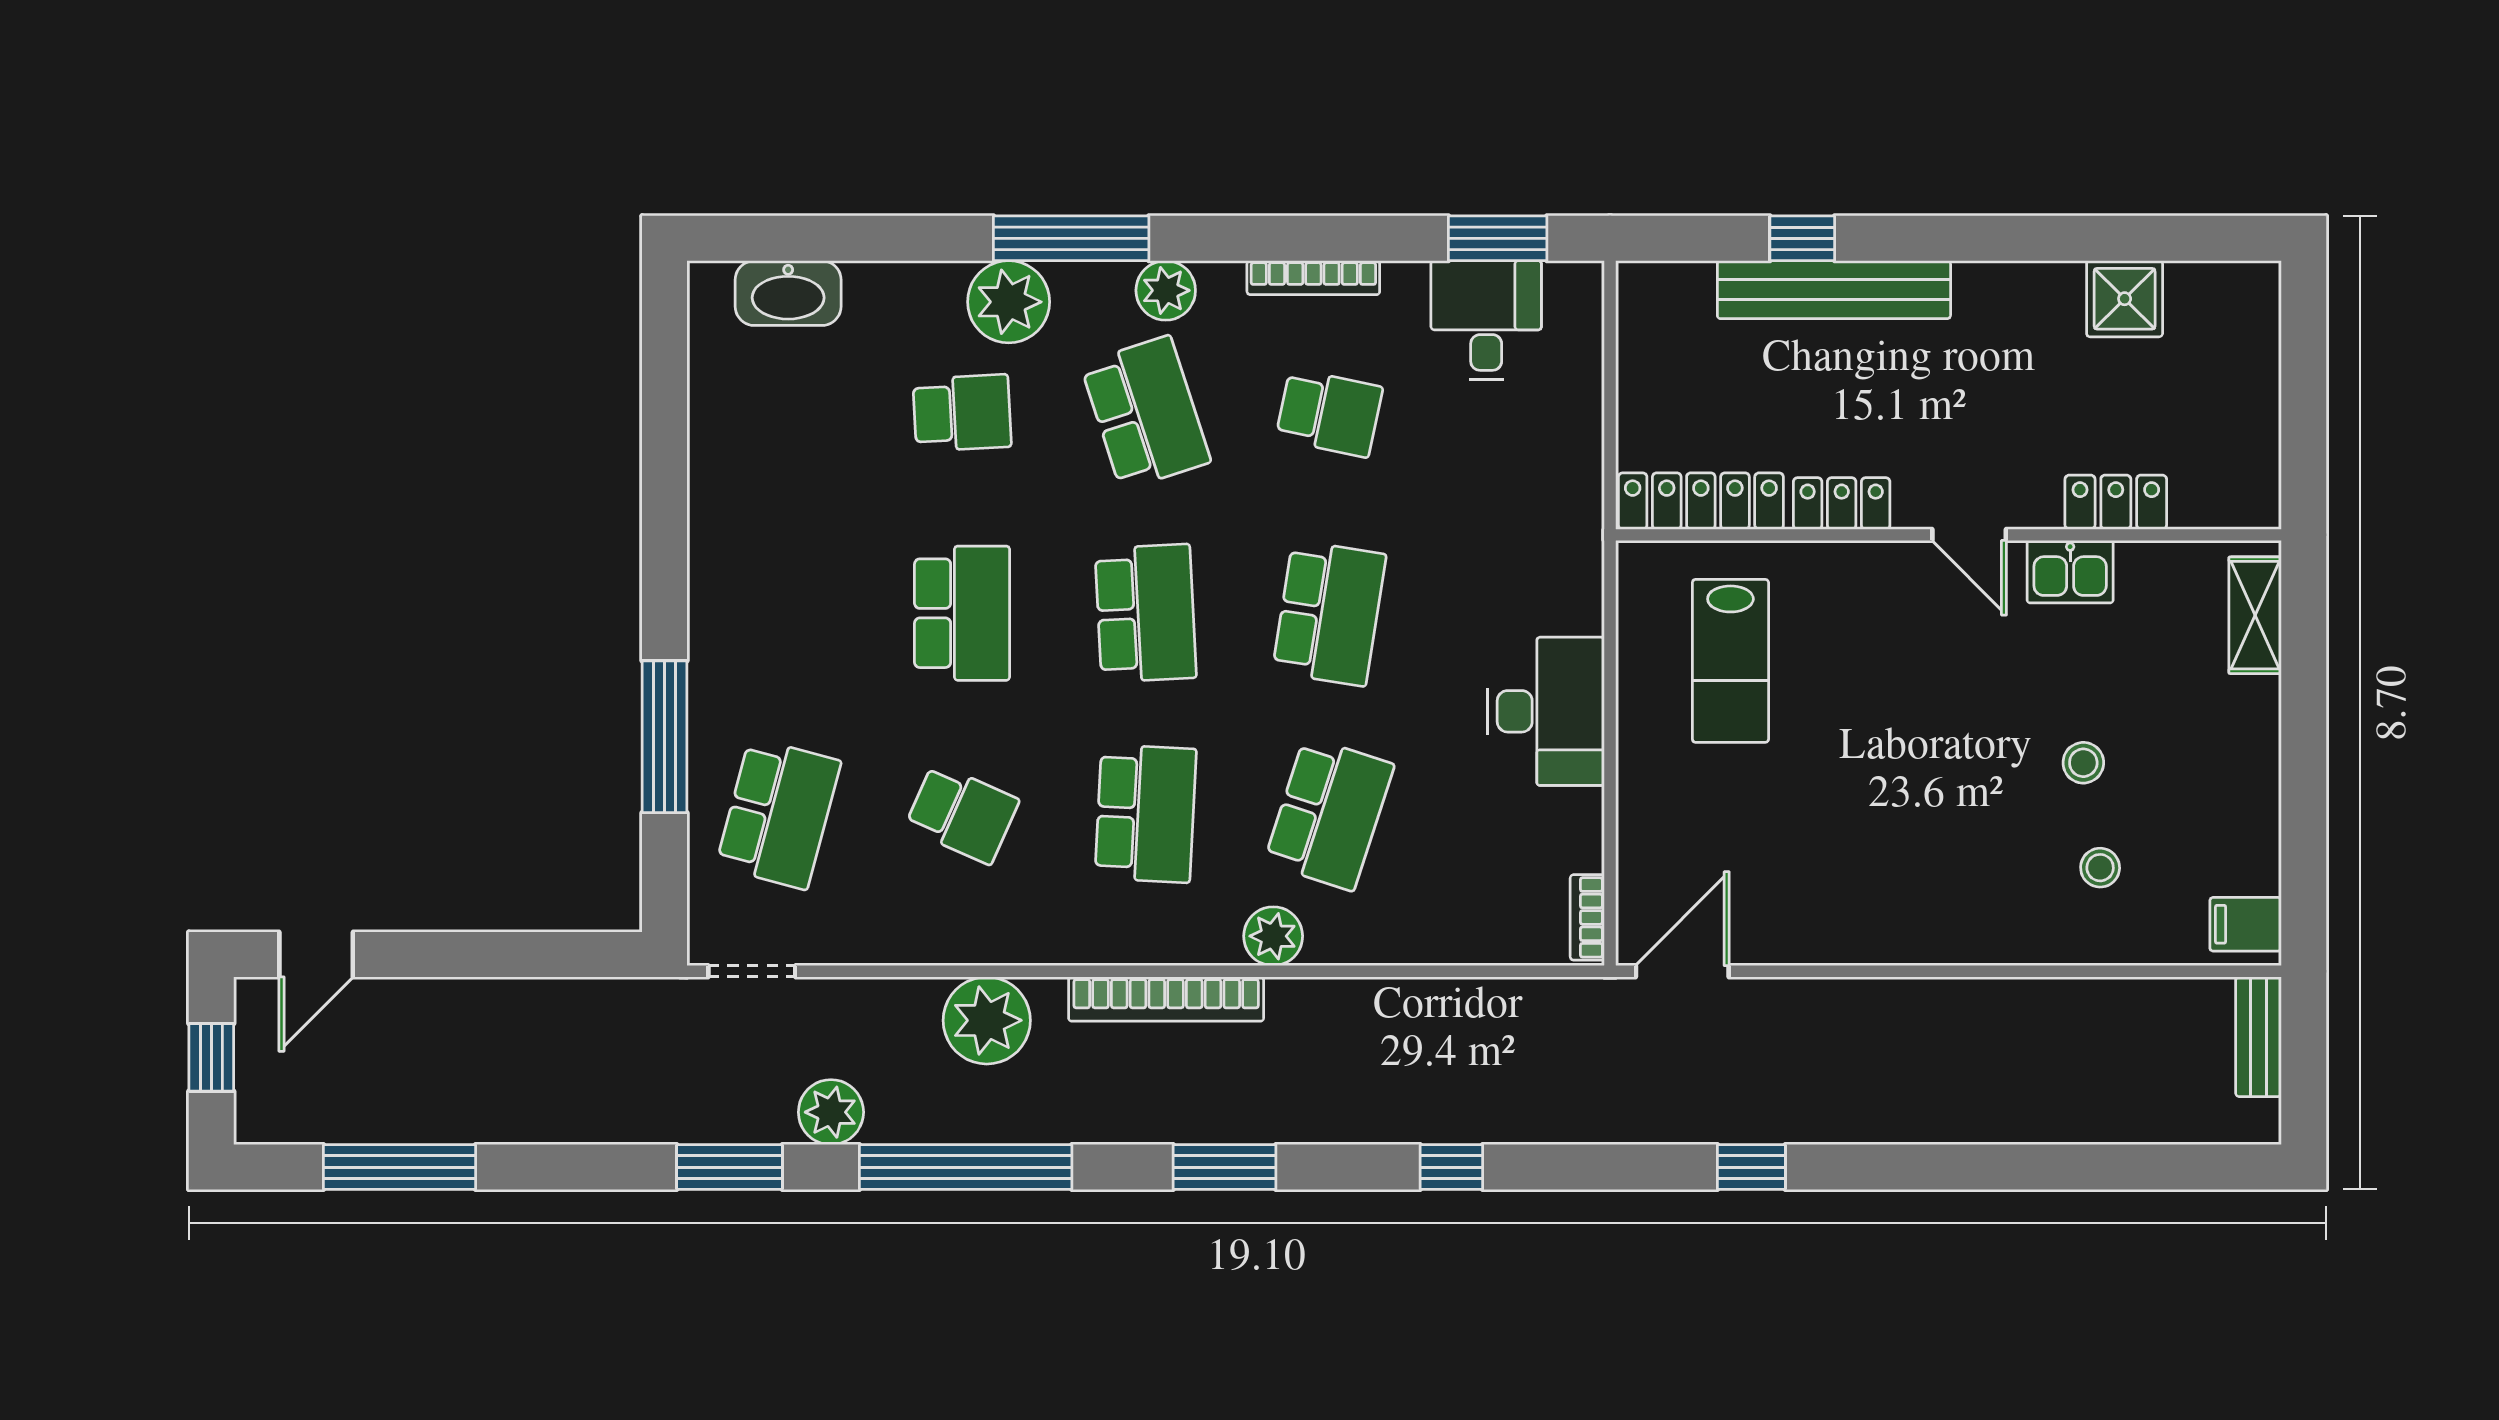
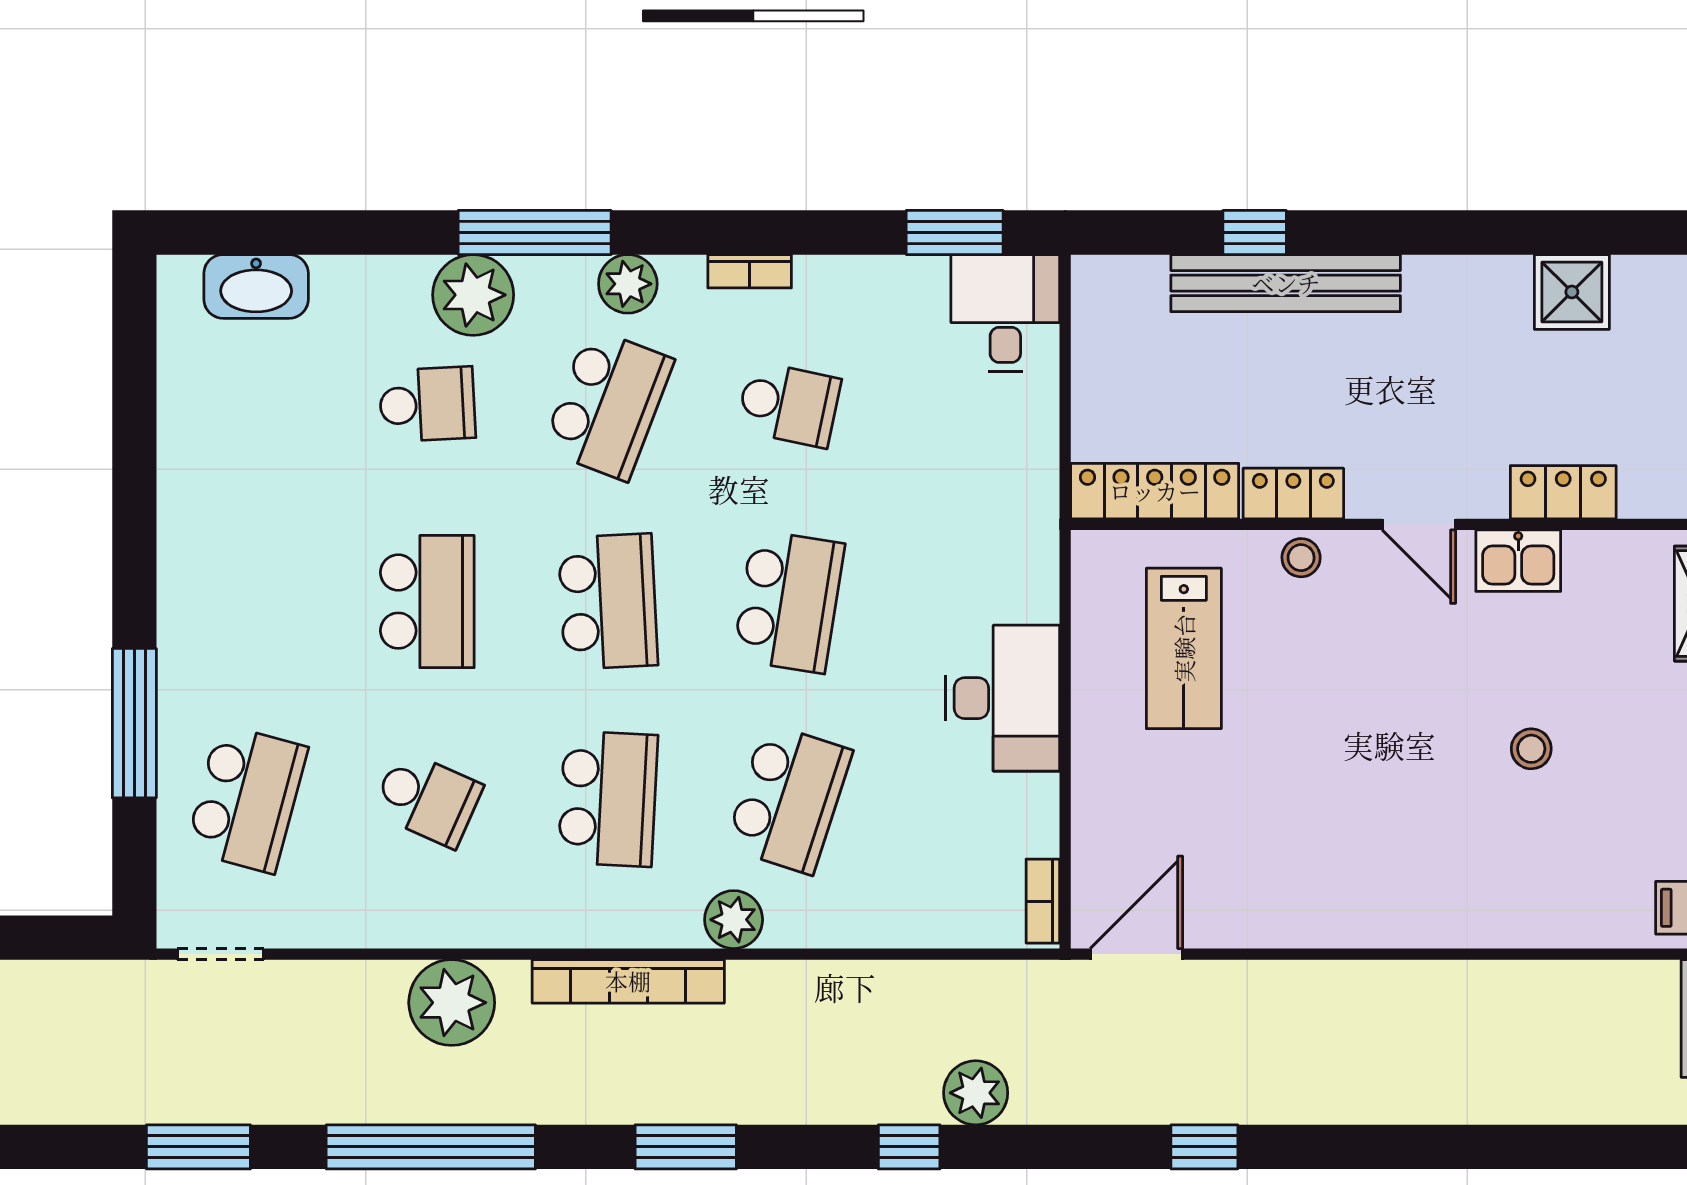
bookcase: (1313, 278) -> (750, 271), width x0.64
desk: (1486, 320) -> (1005, 313), moved
school desk: (1146, 413) -> (608, 404), turned 39
stool: (2100, 868) -> (1301, 558), moved
plant: (831, 1112) -> (976, 1093), moved

